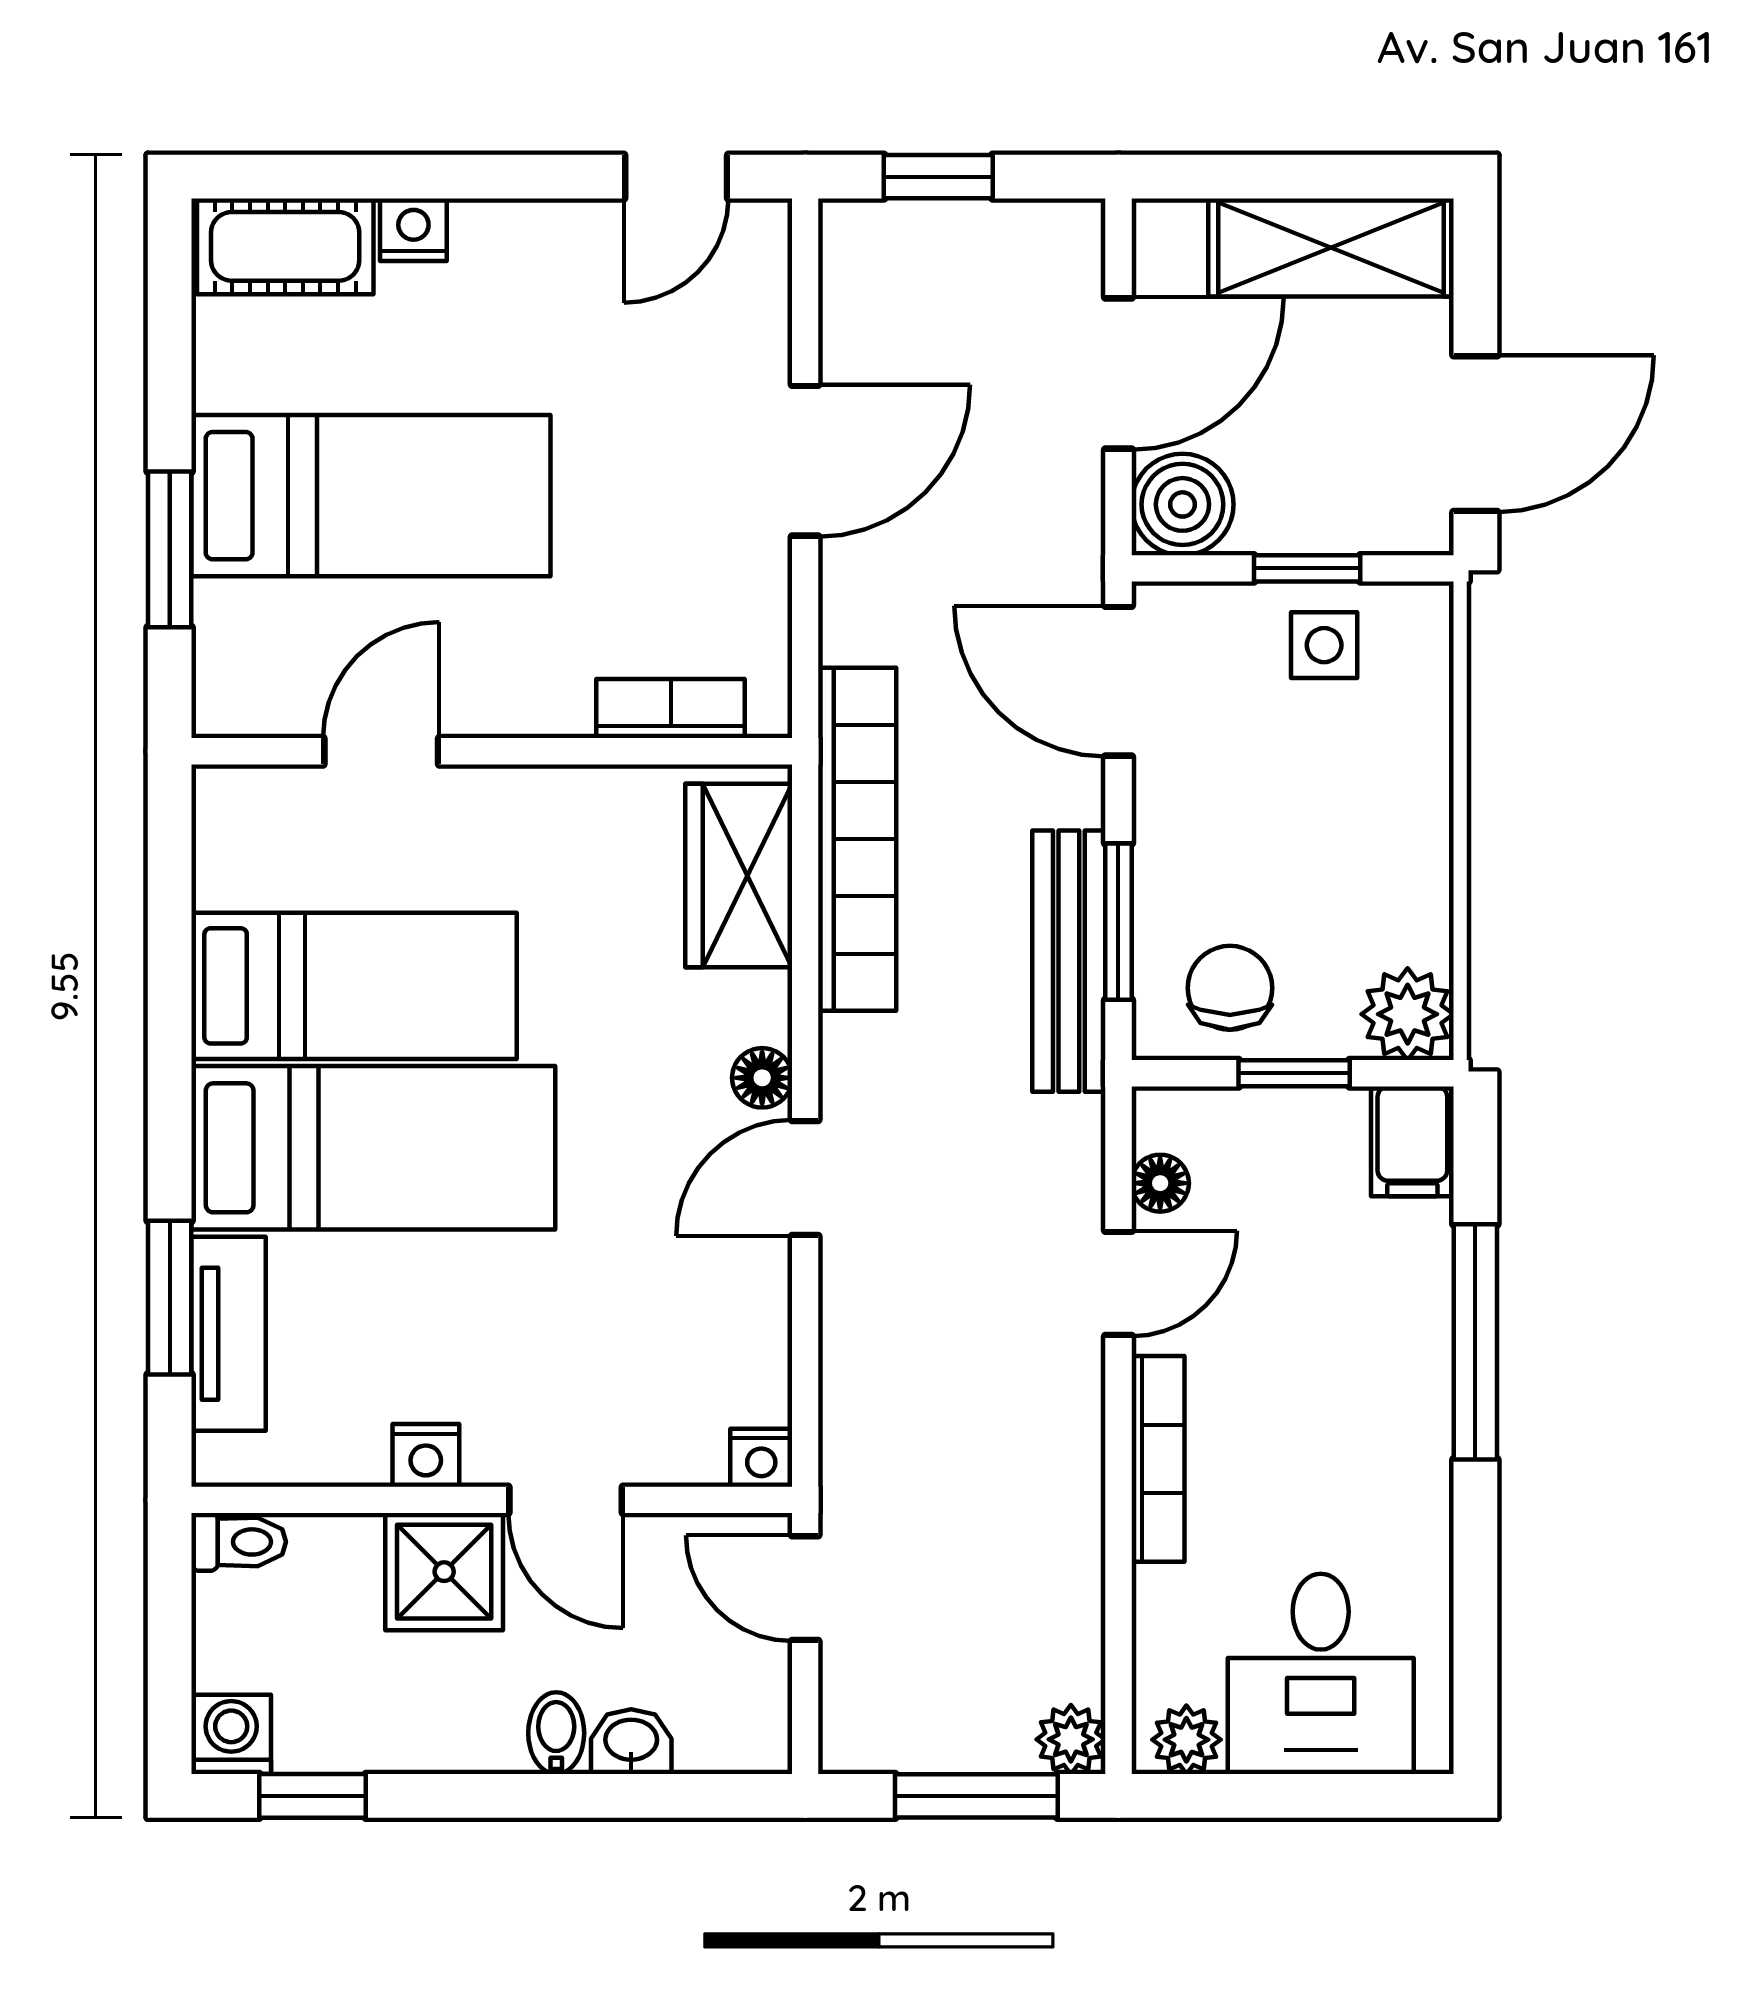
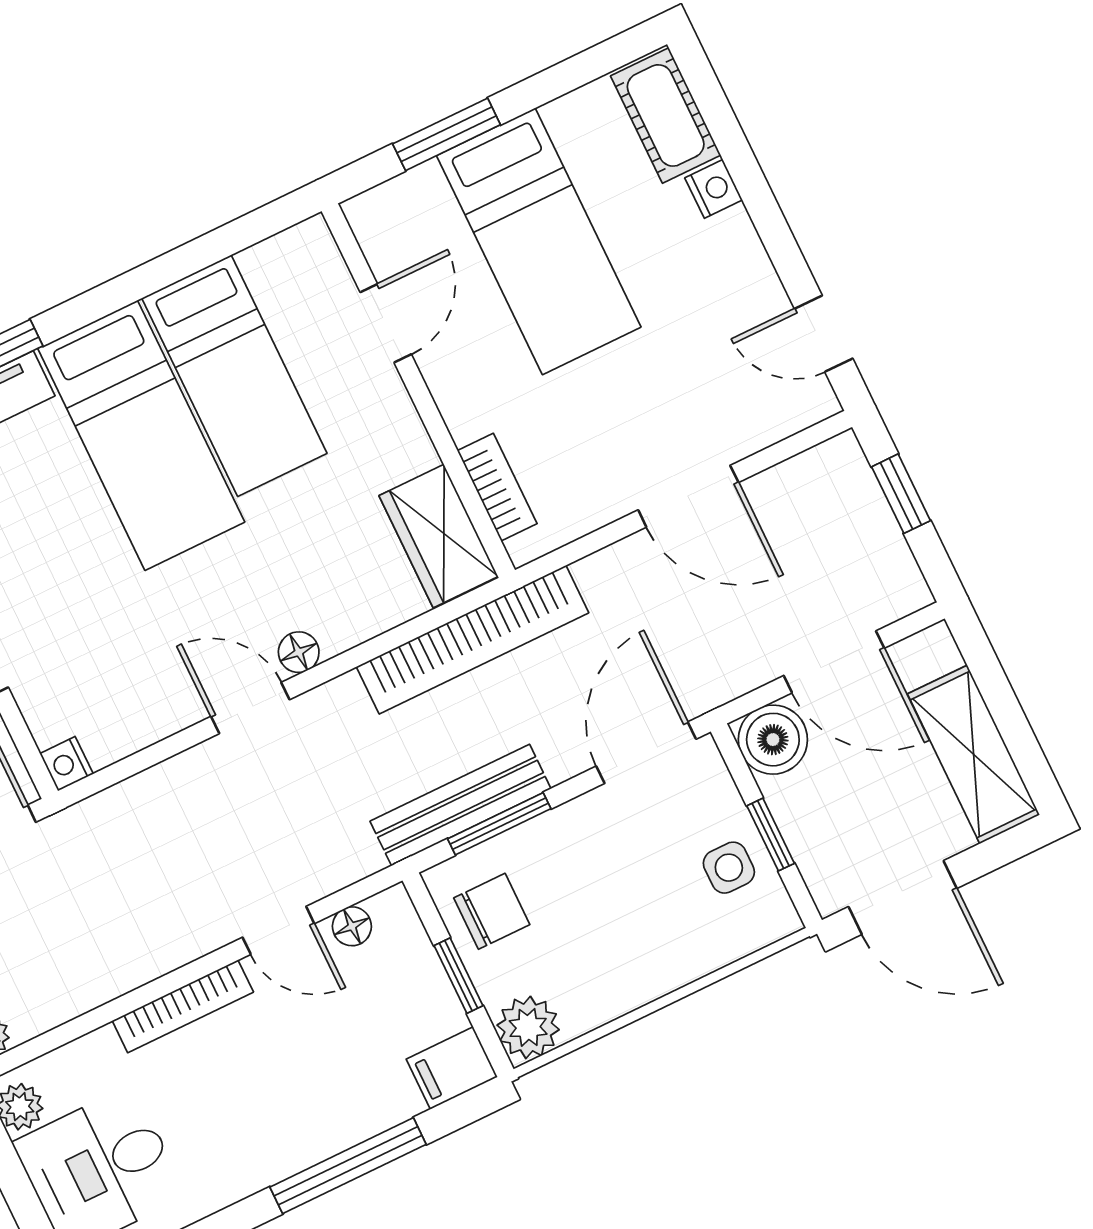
door: (381, 751) -> (386, 323), hinge flipped
wardrobe: (739, 875) -> (439, 536), moved, turned -90

